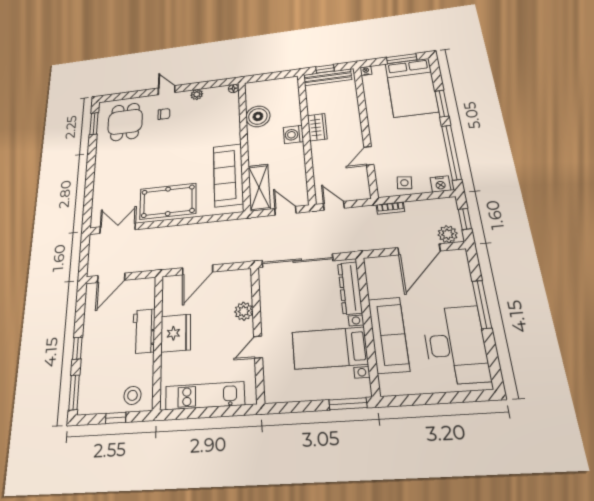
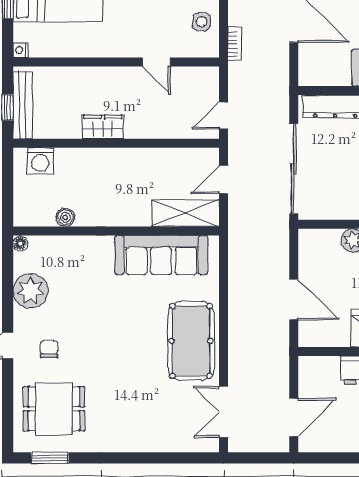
plant: (197, 94) -> (30, 291), width x1.87, depth x1.87
boiler: (258, 116) -> (65, 217), width x0.54, depth x0.54
washing machine: (293, 135) -> (40, 161), moved
door: (111, 278) -> (294, 417), hinge flipped

